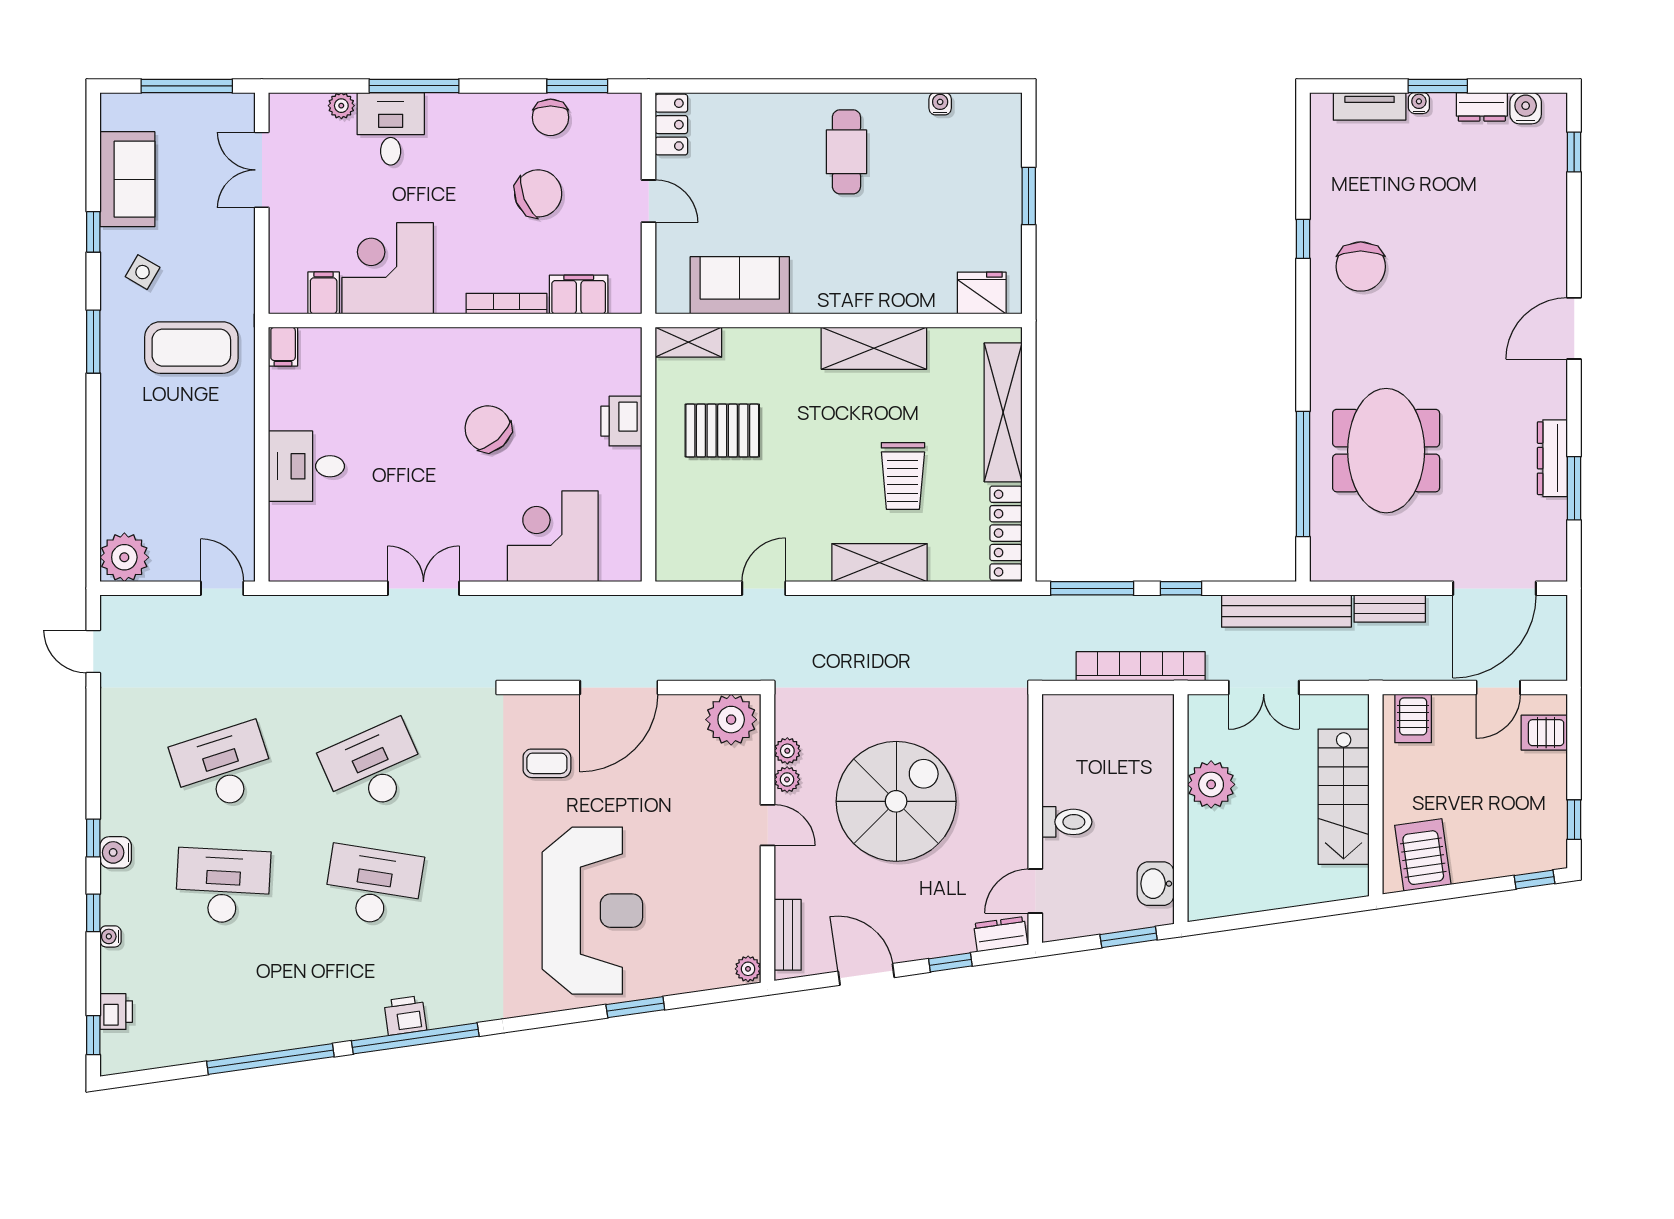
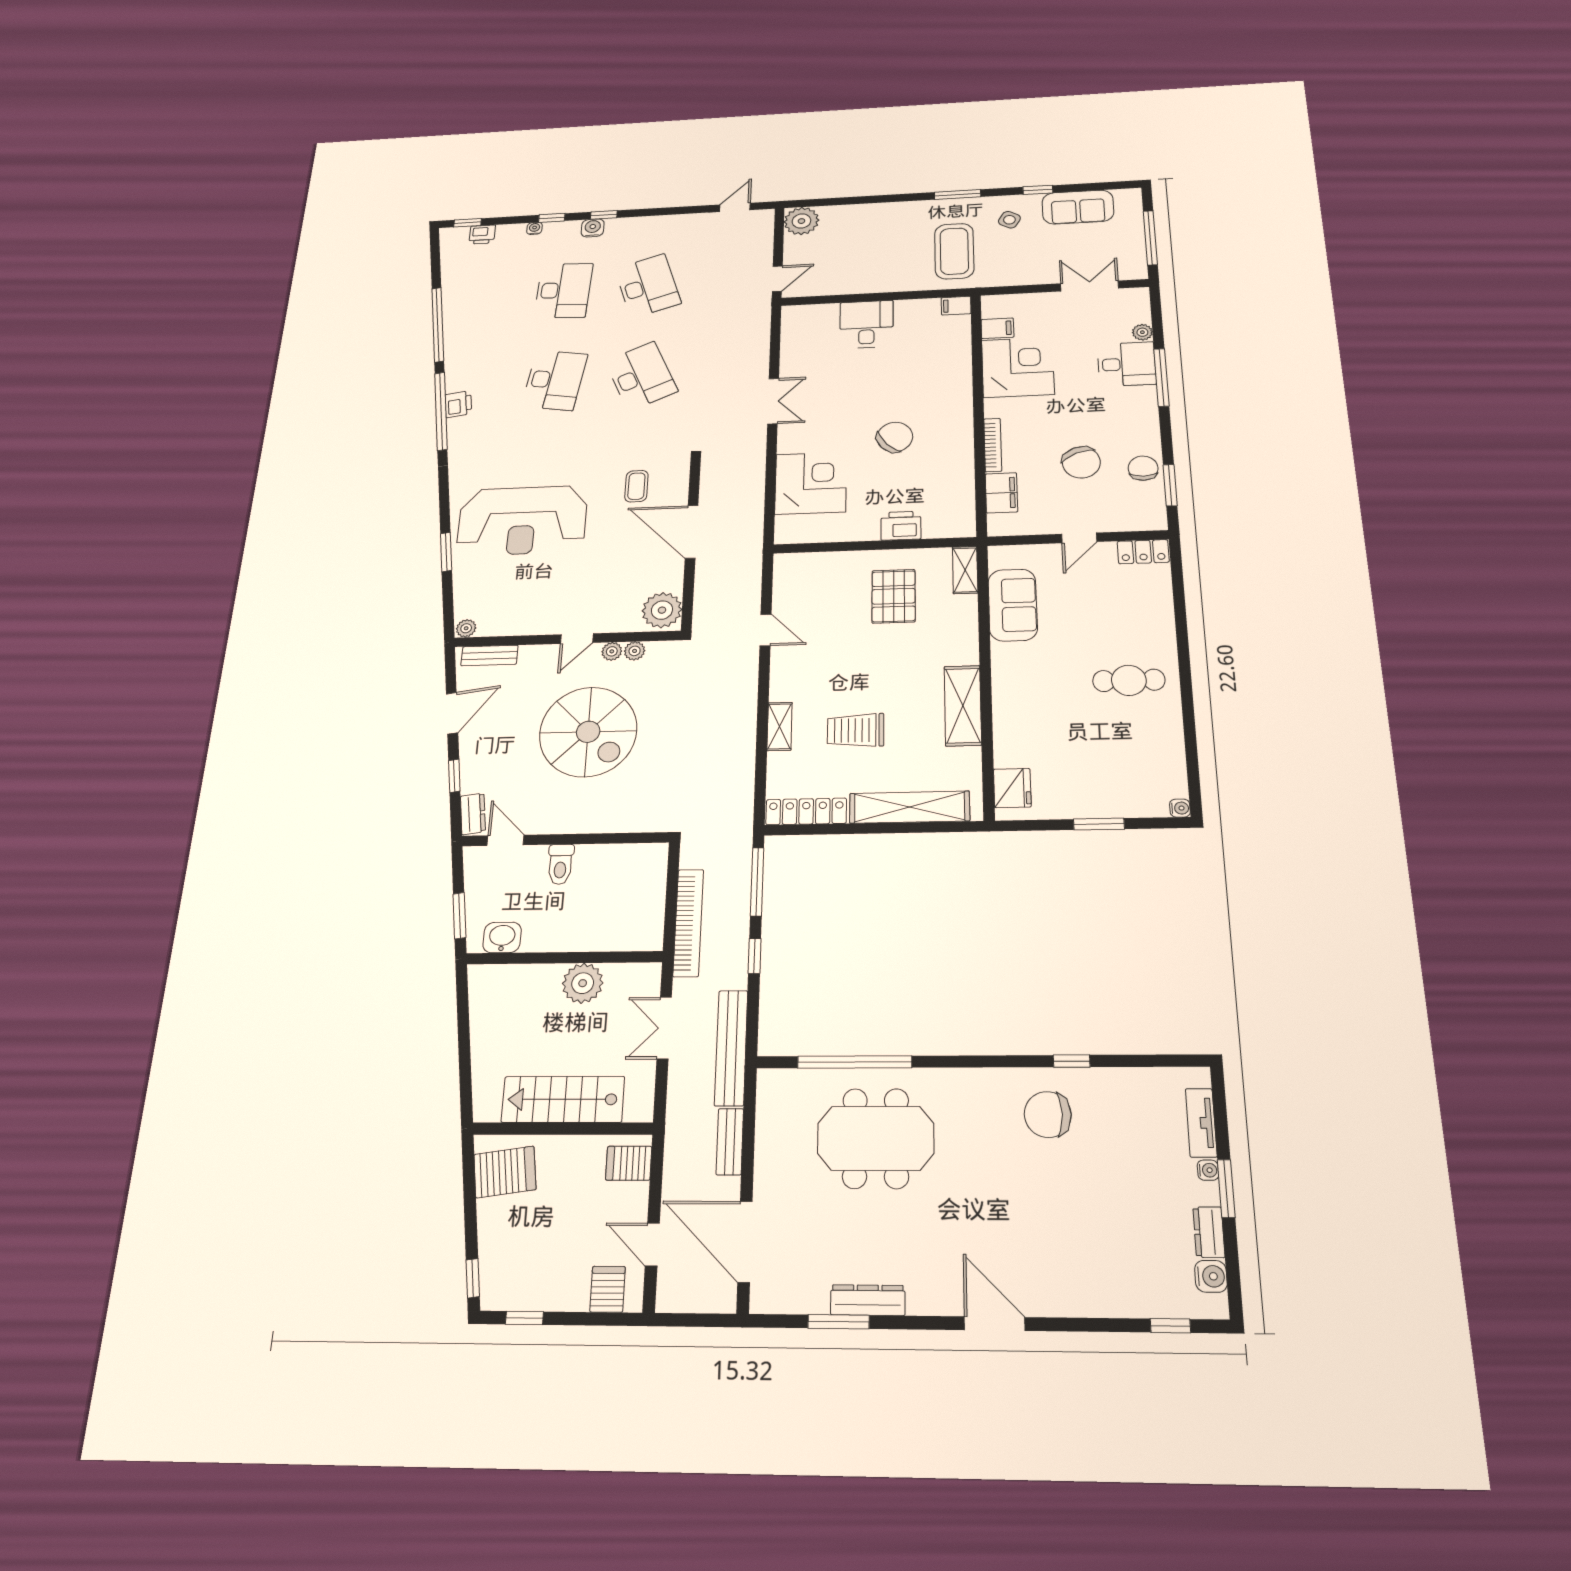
water cooler: (940, 104) -> (1180, 808), moved
chair: (551, 117) -> (1143, 468), turned 90
shelving: (879, 563) -> (780, 726), width x0.67, depth x0.75

